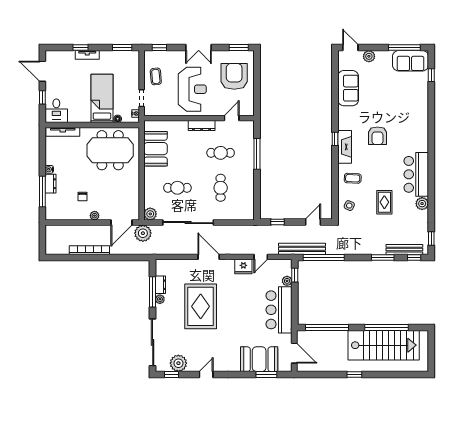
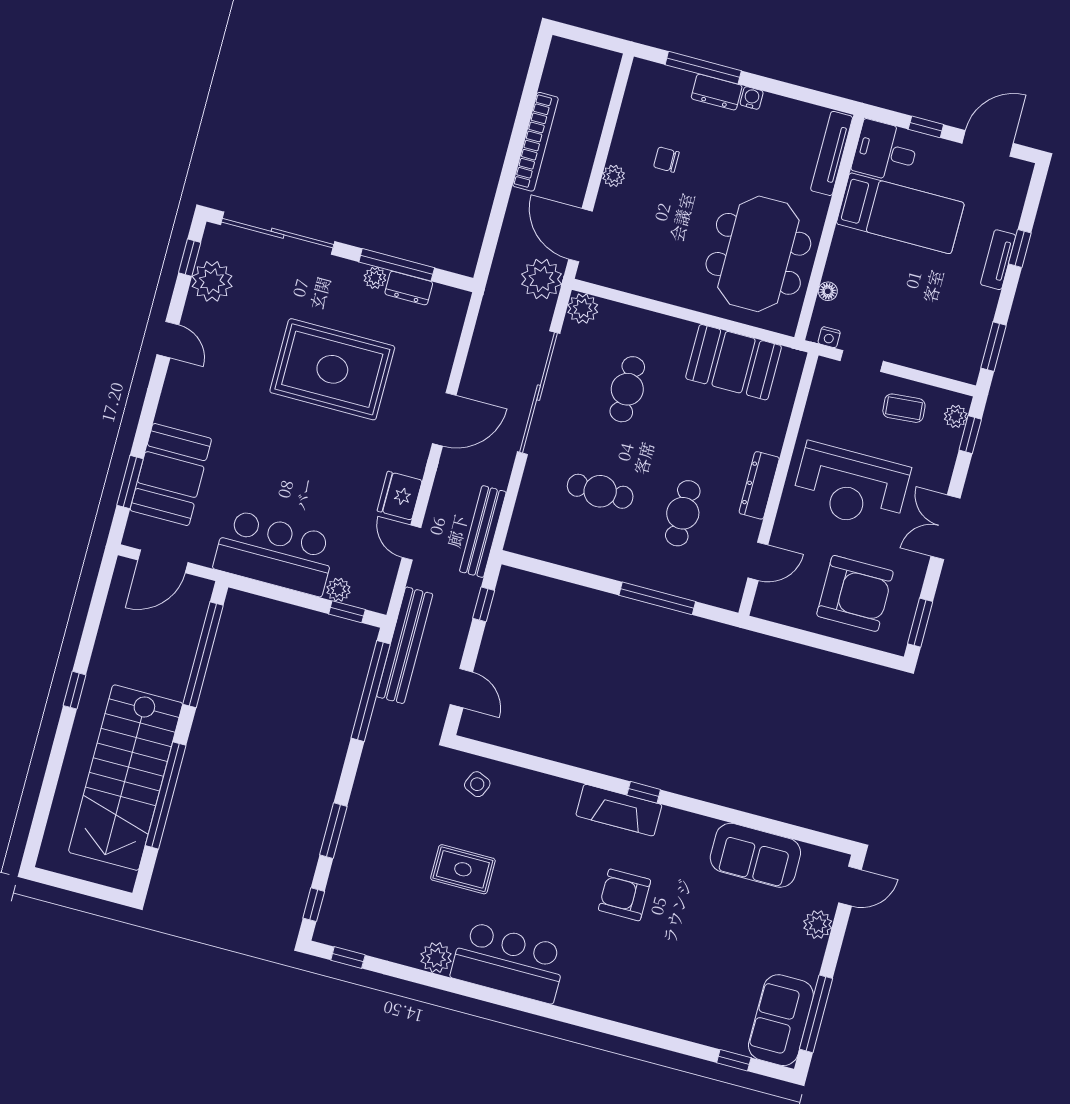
plant: (154, 55) -> (956, 416), added
bed: (102, 98) -> (900, 213), moved
door: (232, 118) -> (758, 561), hinge flipped
coffee table: (353, 178) -> (540, 809), removed
bench: (404, 250) -> (483, 532), moved

